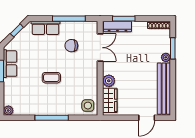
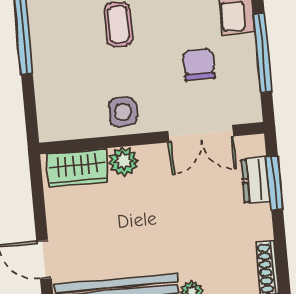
dresser: (117, 26) -> (256, 180), width x0.70
side table: (88, 106) -> (123, 112), moved

